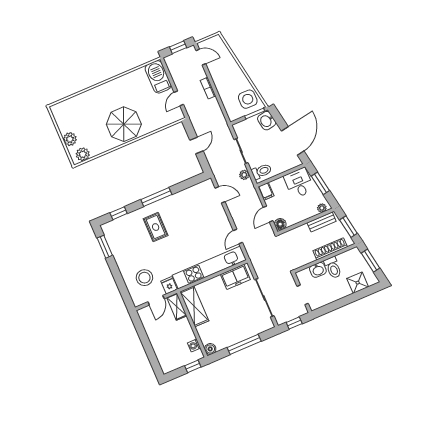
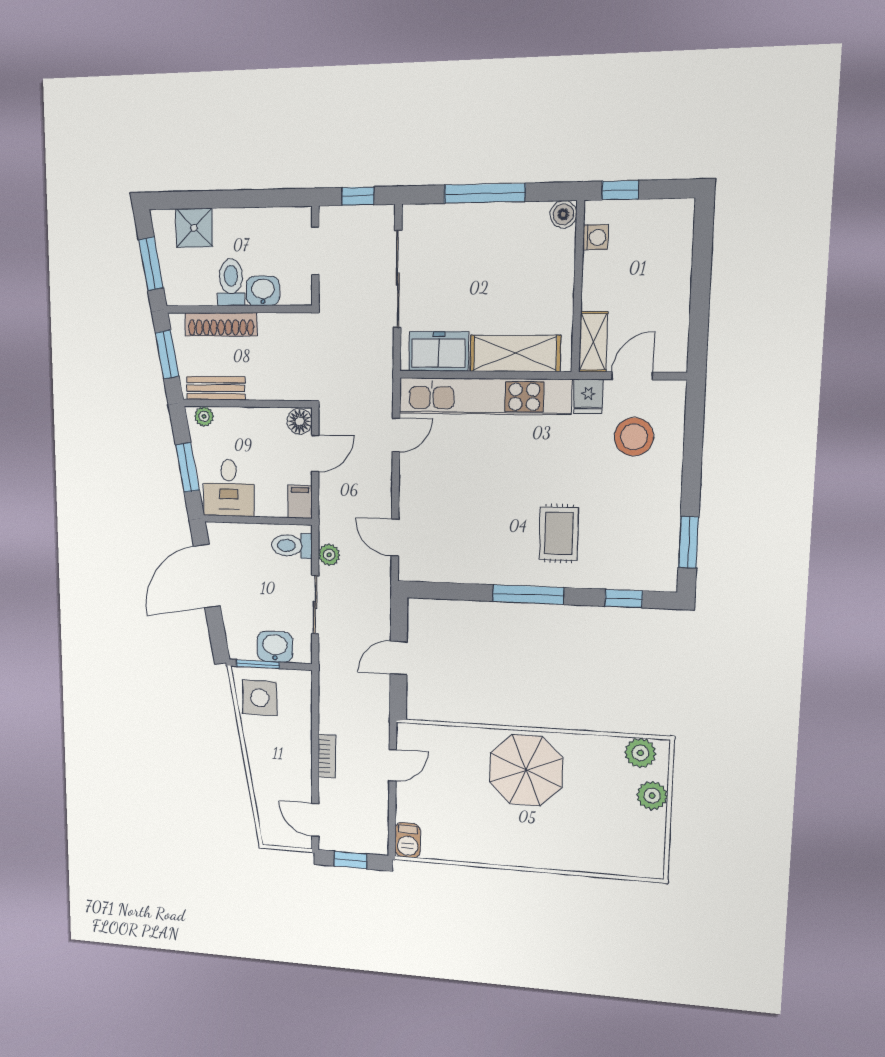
barbecue: (158, 77) -> (408, 840), width x0.53, depth x0.65
washbasin: (267, 121) -> (275, 647), moved, turned -80
shelving: (194, 306) -> (515, 353), moved, turned 90

